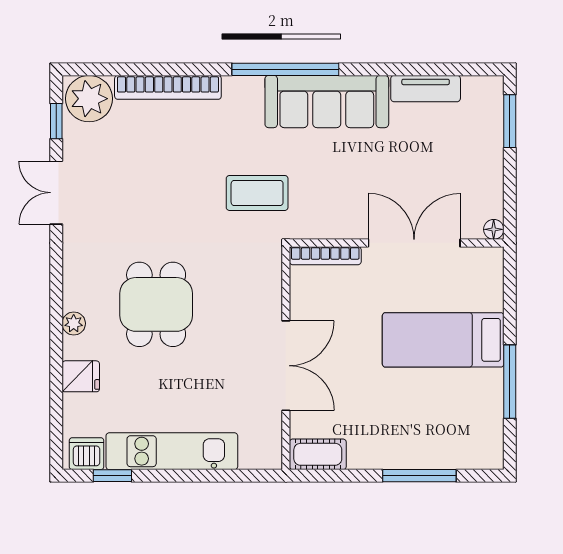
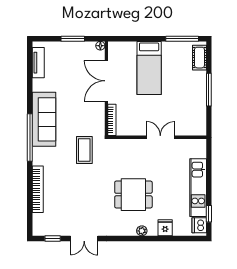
tv unit: (426, 89) -> (38, 63), moved
plant: (89, 99) -> (43, 224), removed
window: (510, 121) -> (73, 39), moved
double door: (286, 366) -> (160, 137), width x0.73
window: (510, 382) -> (182, 39), moved
cot: (318, 454) -> (199, 58), moved
window: (419, 476) -> (209, 90), moved

